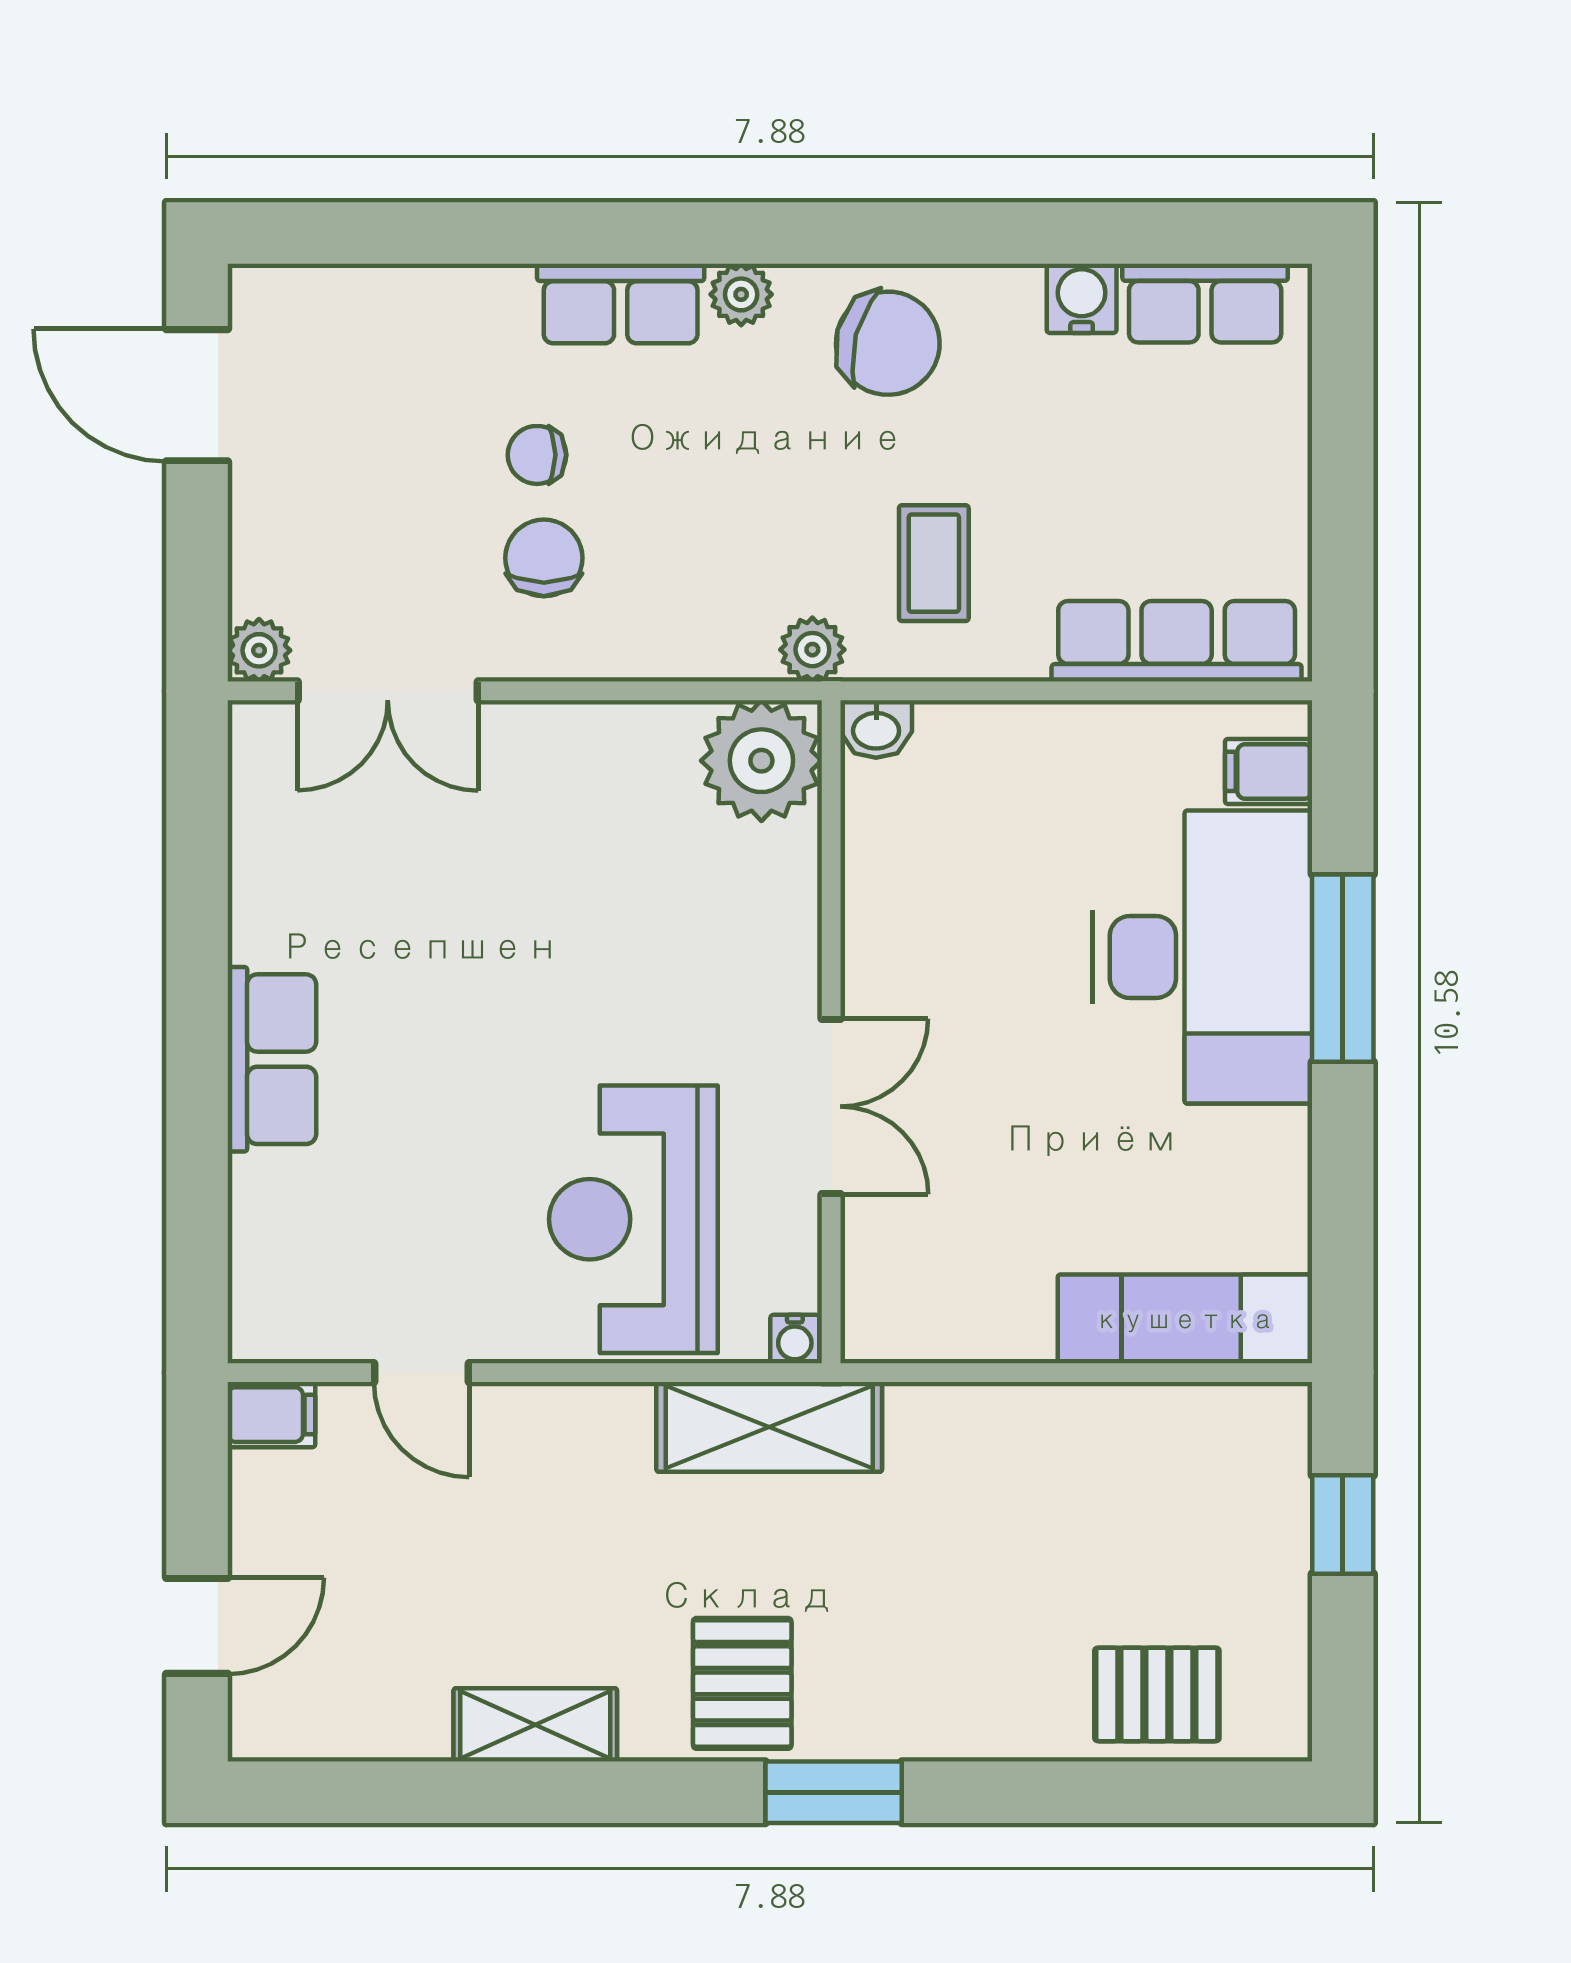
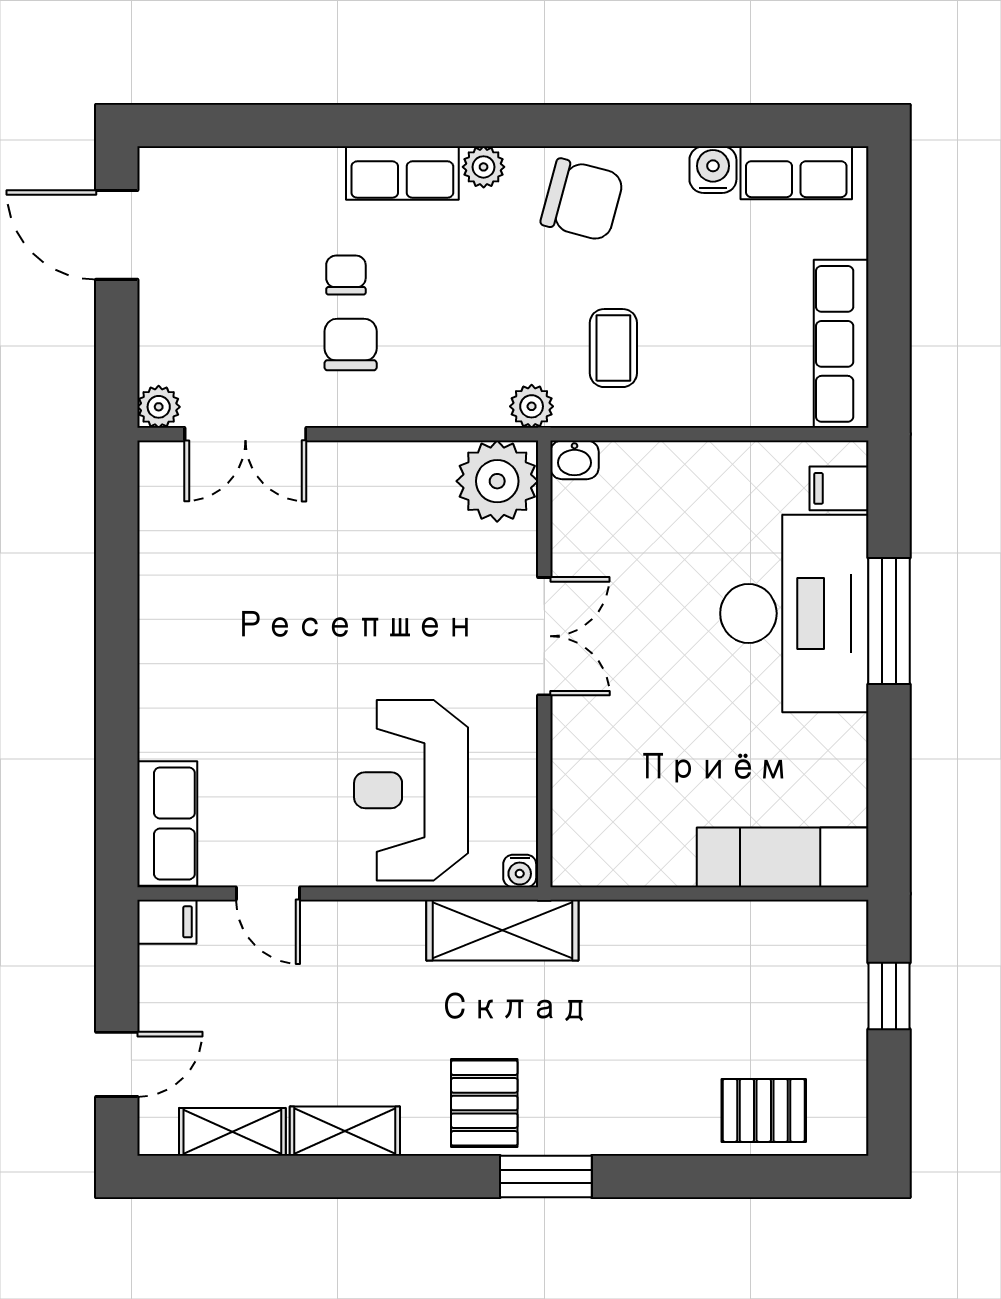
chair: (537, 455) -> (346, 275), turned 90
row of seats: (1177, 641) -> (841, 344), moved, turned -90
row of seats: (272, 1059) -> (167, 823), moved
double door: (831, 1106) -> (544, 636), moved
shelving: (368, 1726) -> (232, 1132), added

